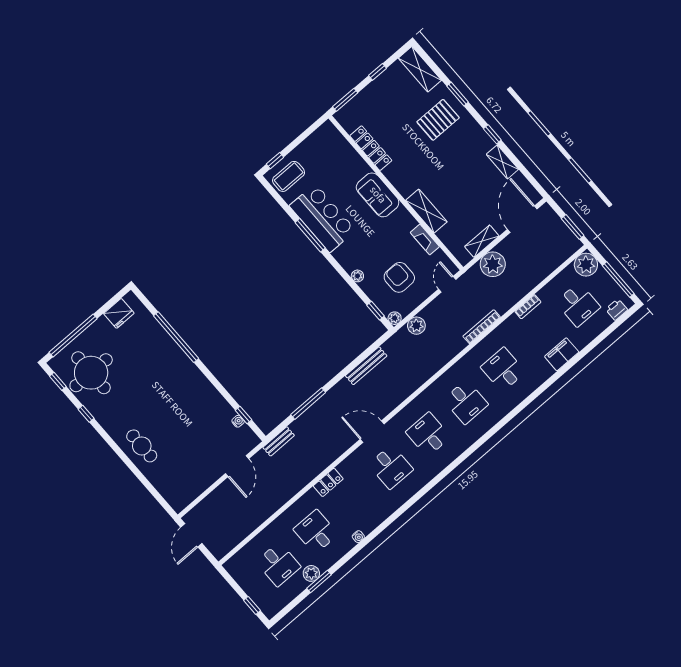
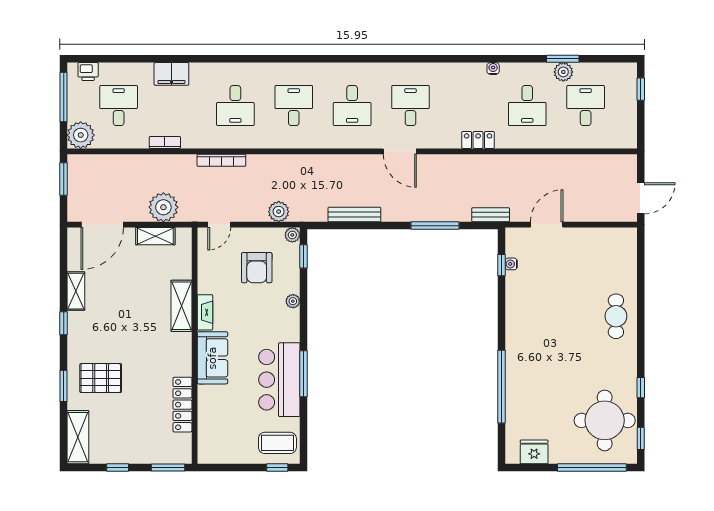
fireplace: (425, 240) -> (205, 312), moved

